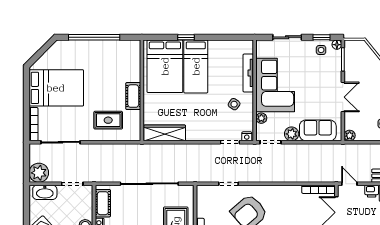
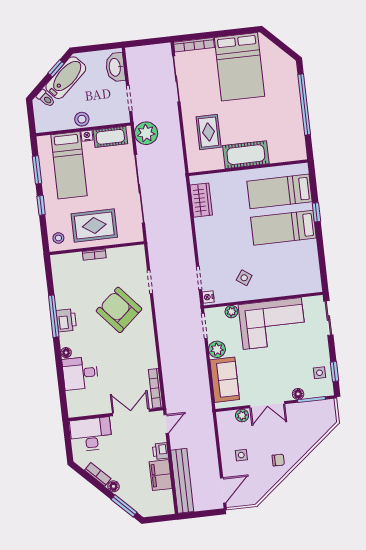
sliding door: (287, 37) -> (328, 318), moved
floor lamp: (337, 45) -> (298, 394), moved
bed: (165, 66) -> (279, 191), width x0.67
tv unit: (248, 73) -> (283, 290), removed
cot: (133, 96) -> (246, 155), width x1.37, depth x1.34
wardrobe: (165, 133) -> (201, 200), width x0.67
plant: (350, 136) -> (242, 415), moved
plant: (39, 173) -> (146, 133), moved

